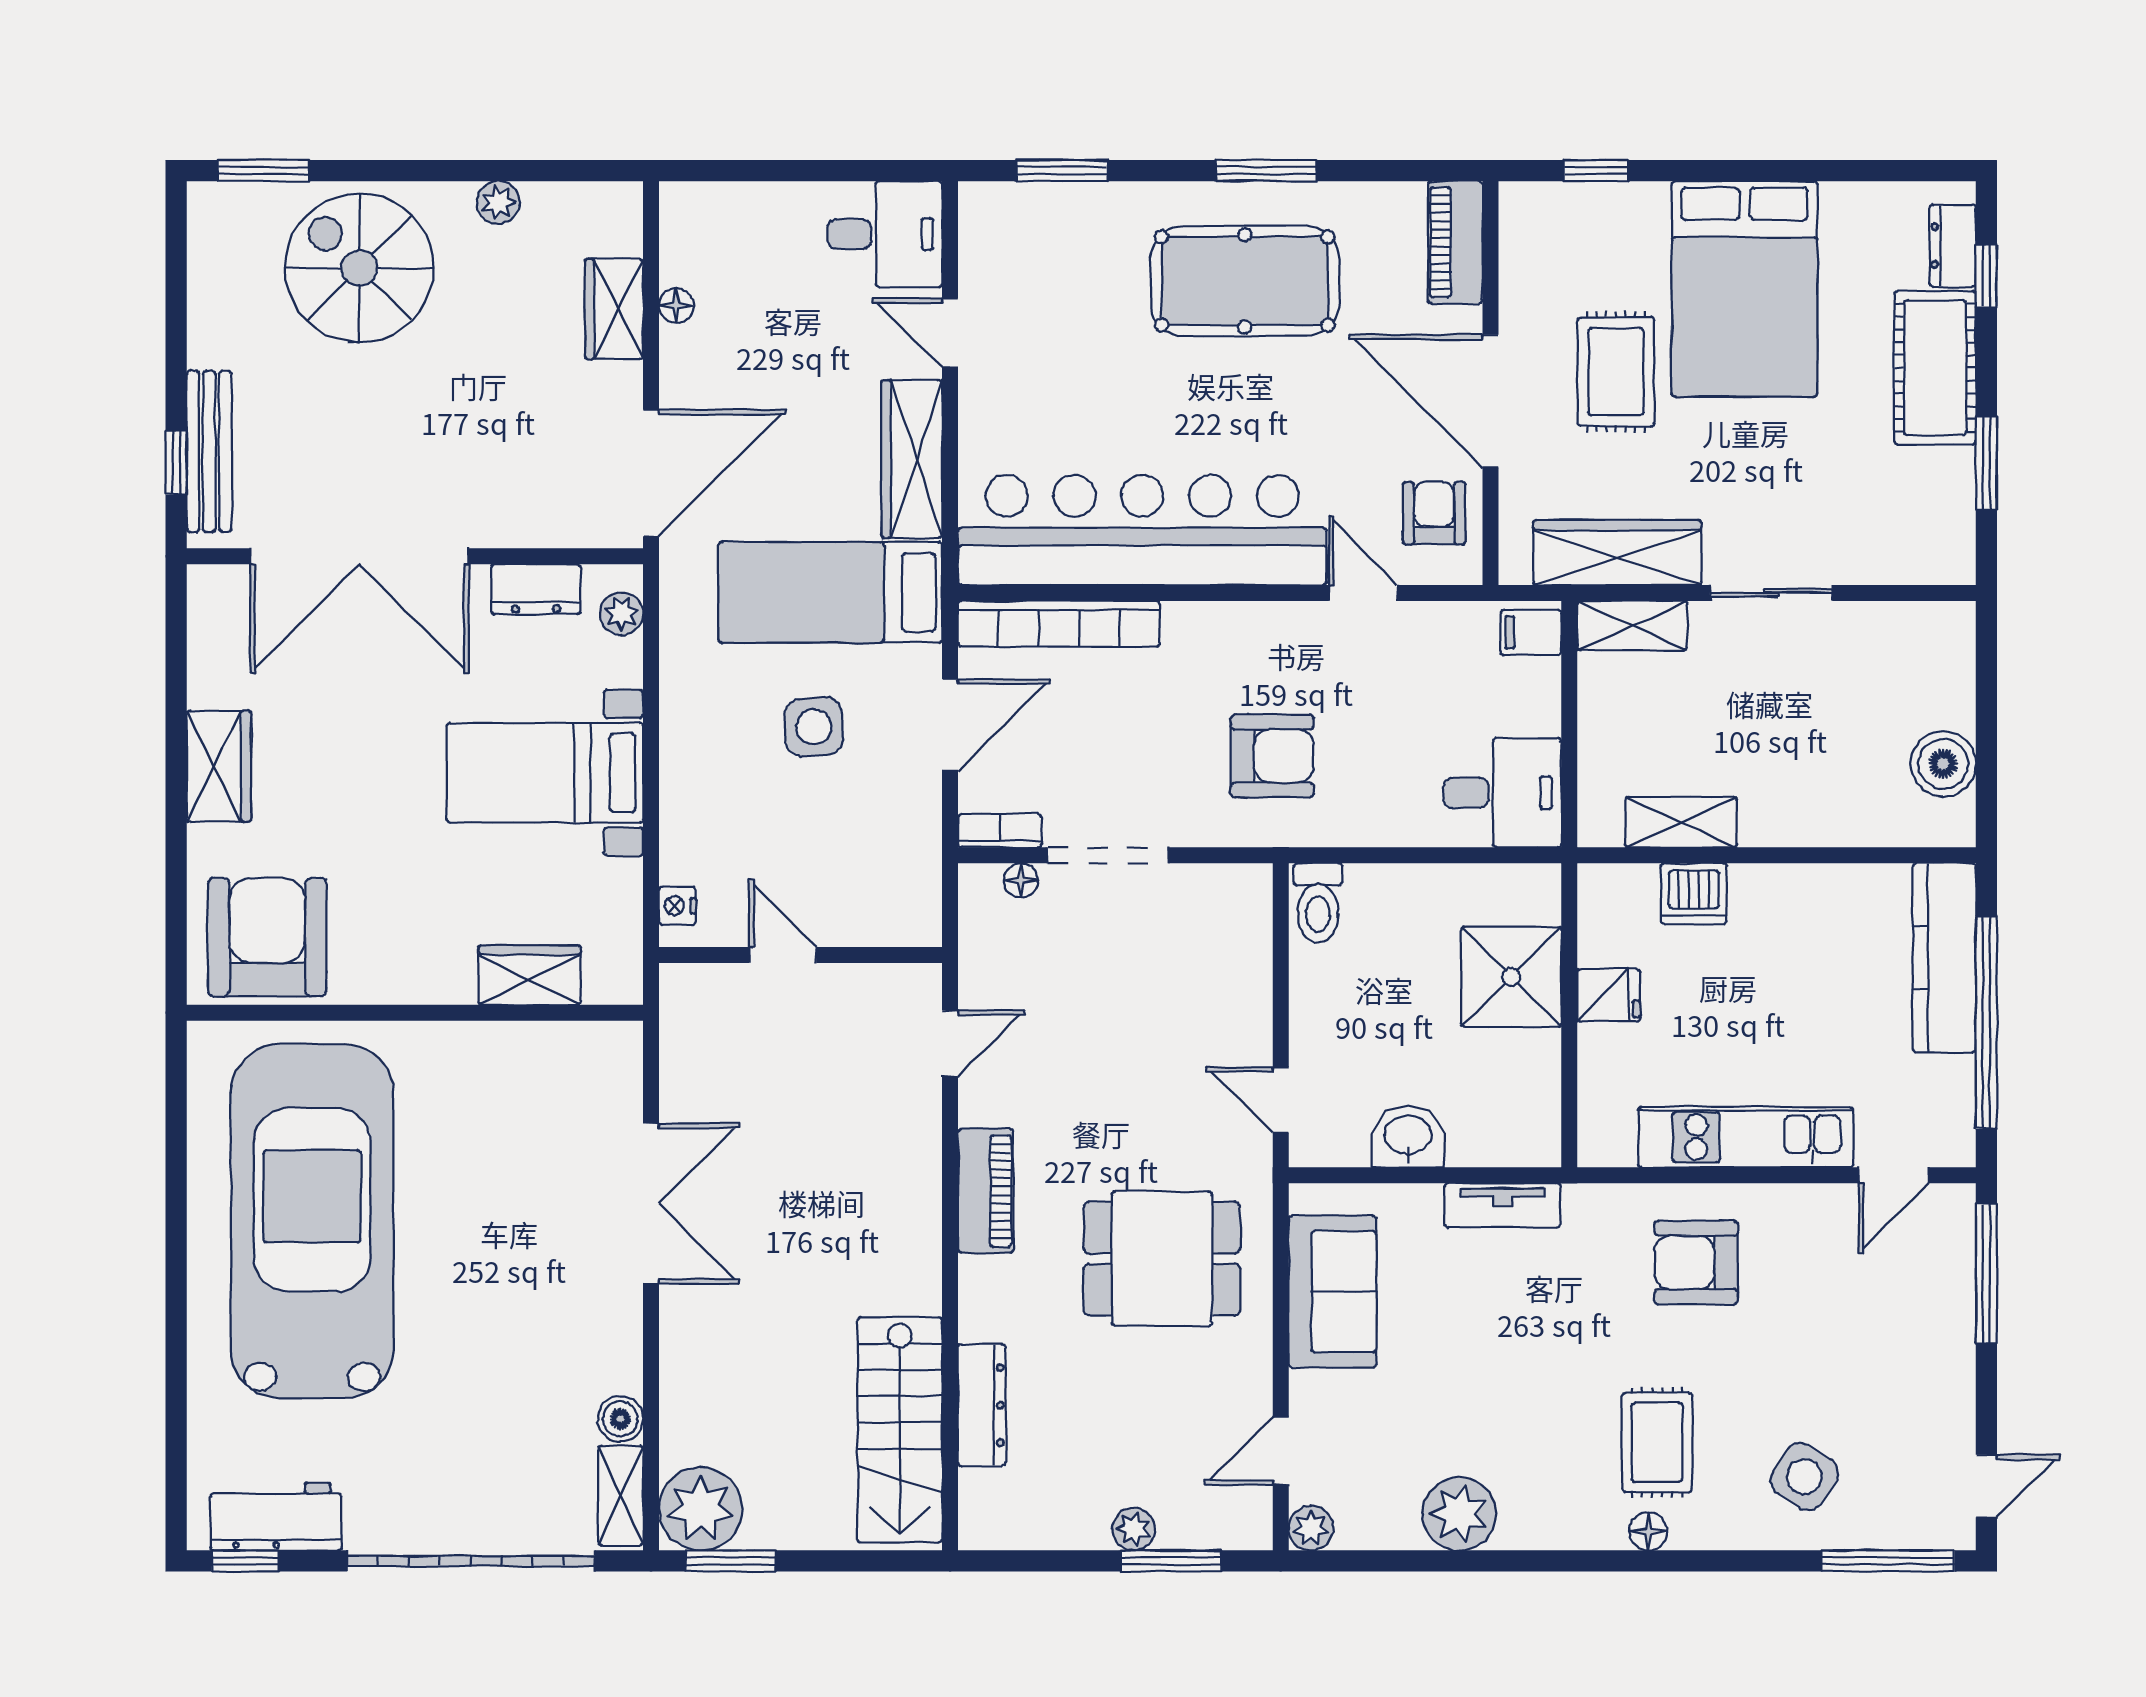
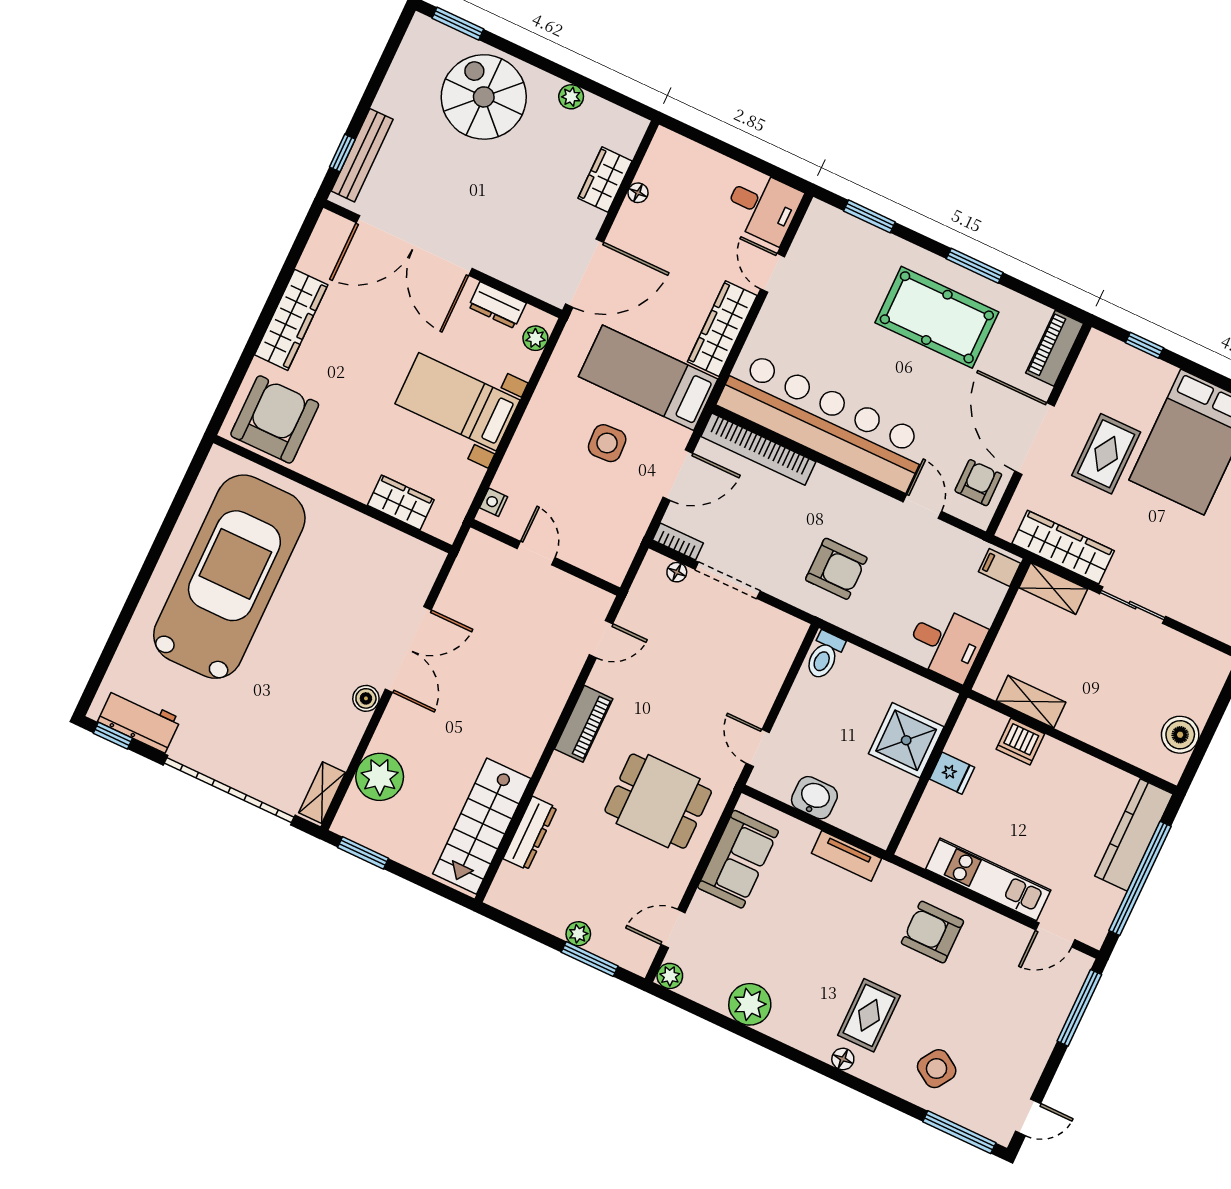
wardrobe: (219, 766) -> (291, 320), width x1.50
boiler: (620, 1419) -> (366, 698), moved
plant: (701, 1509) -> (380, 777), moved

